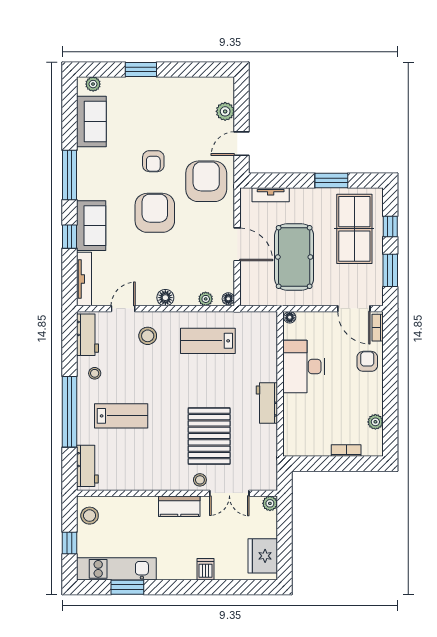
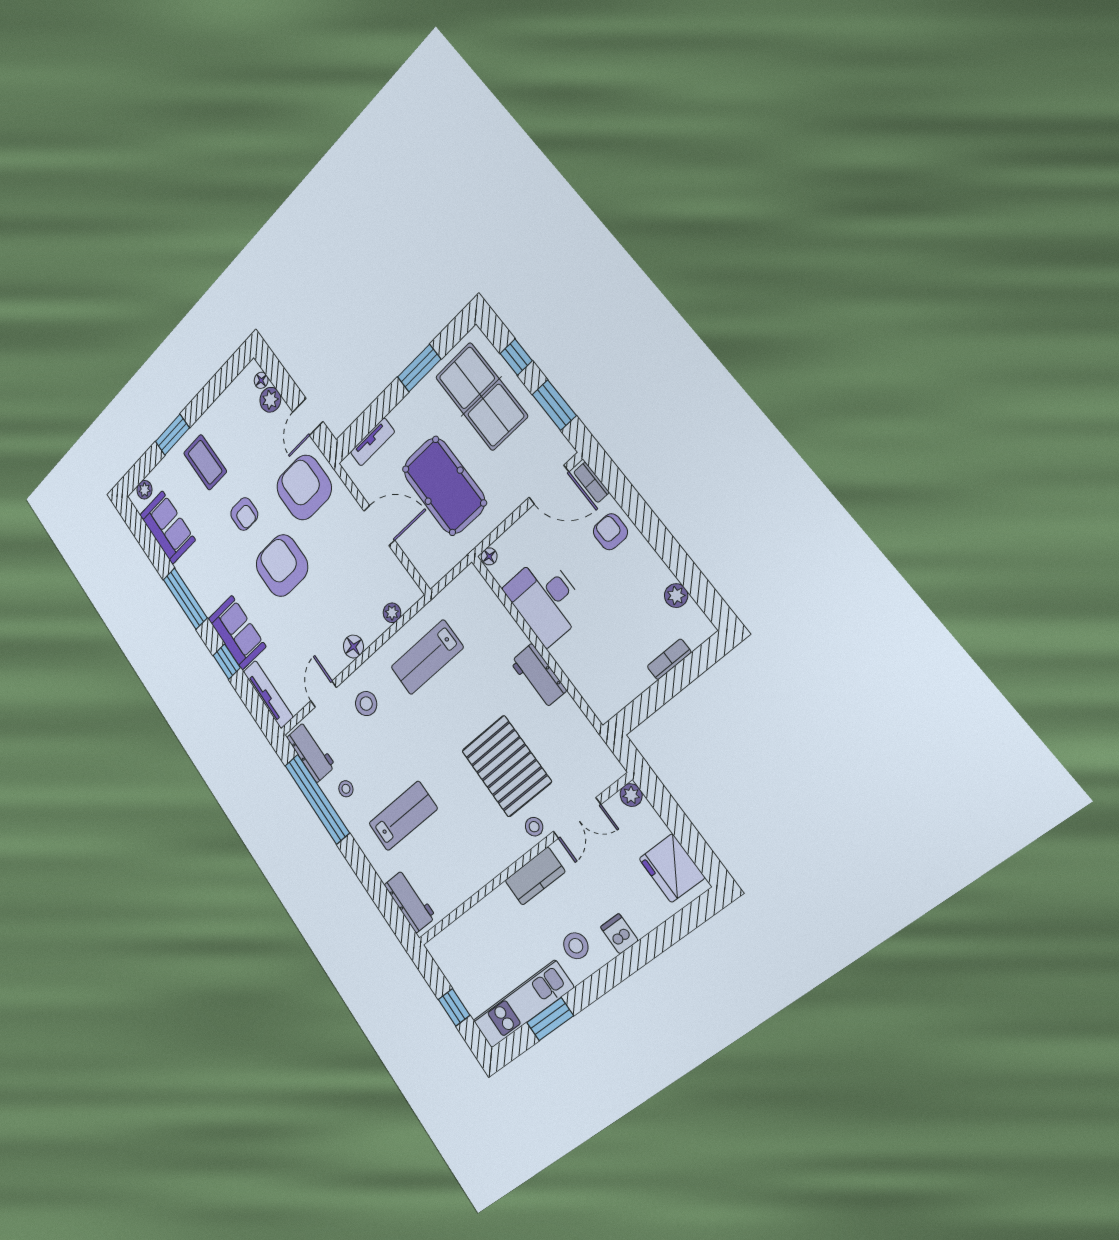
coffee table: (151, 107) -> (205, 462), added
floor lamp: (228, 299) -> (261, 380), moved
window: (70, 412) -> (317, 799), moved
stool: (90, 516) -> (576, 946), moved

